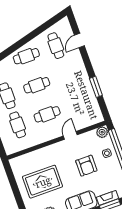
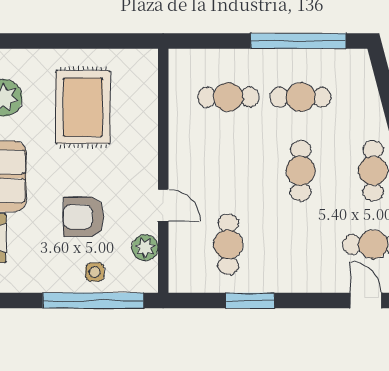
cafe table: (47, 114) -> (228, 244), moved
plant: (102, 132) -> (145, 248), moved

